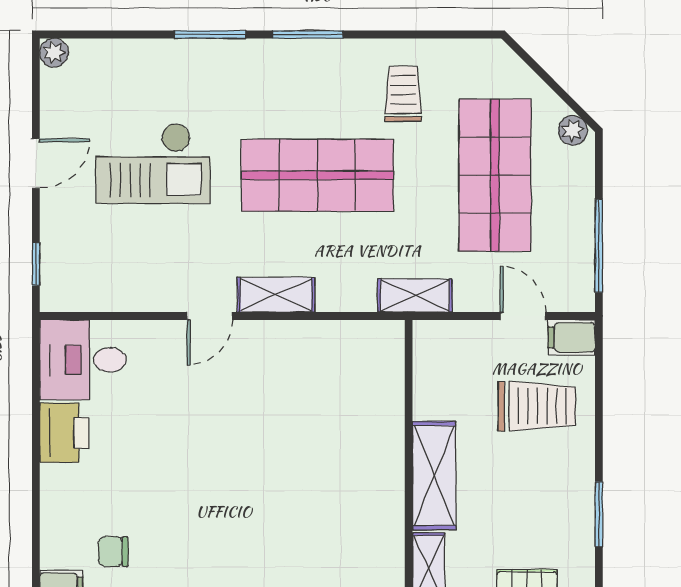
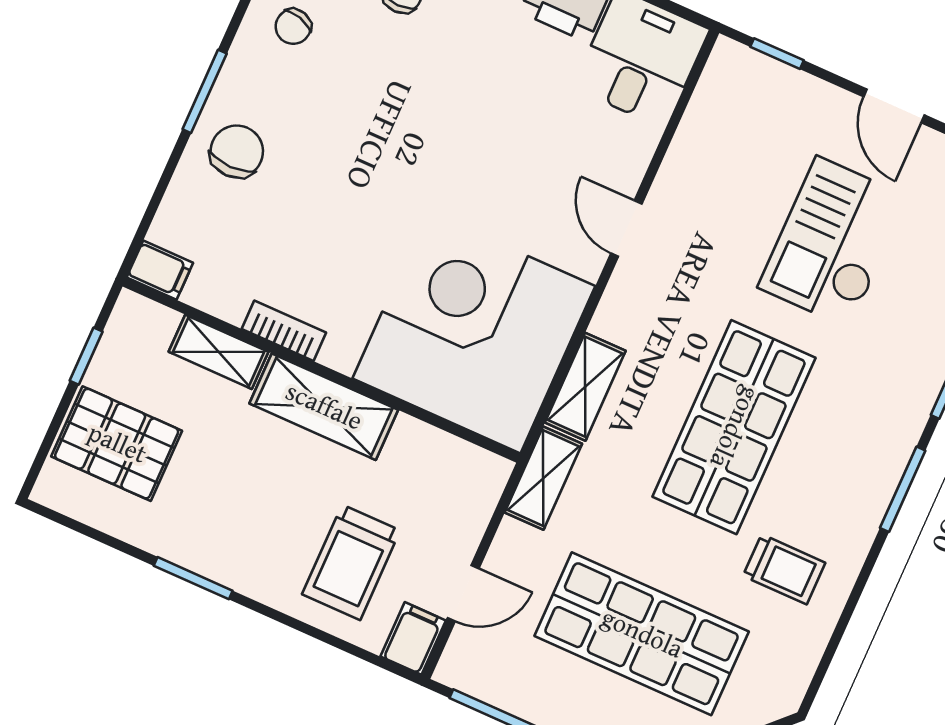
shelving: (276, 295) -> (585, 387), moved
corner desk: (333, 392) -> (474, 332), added
bookcase: (393, 529) -> (284, 331), added

